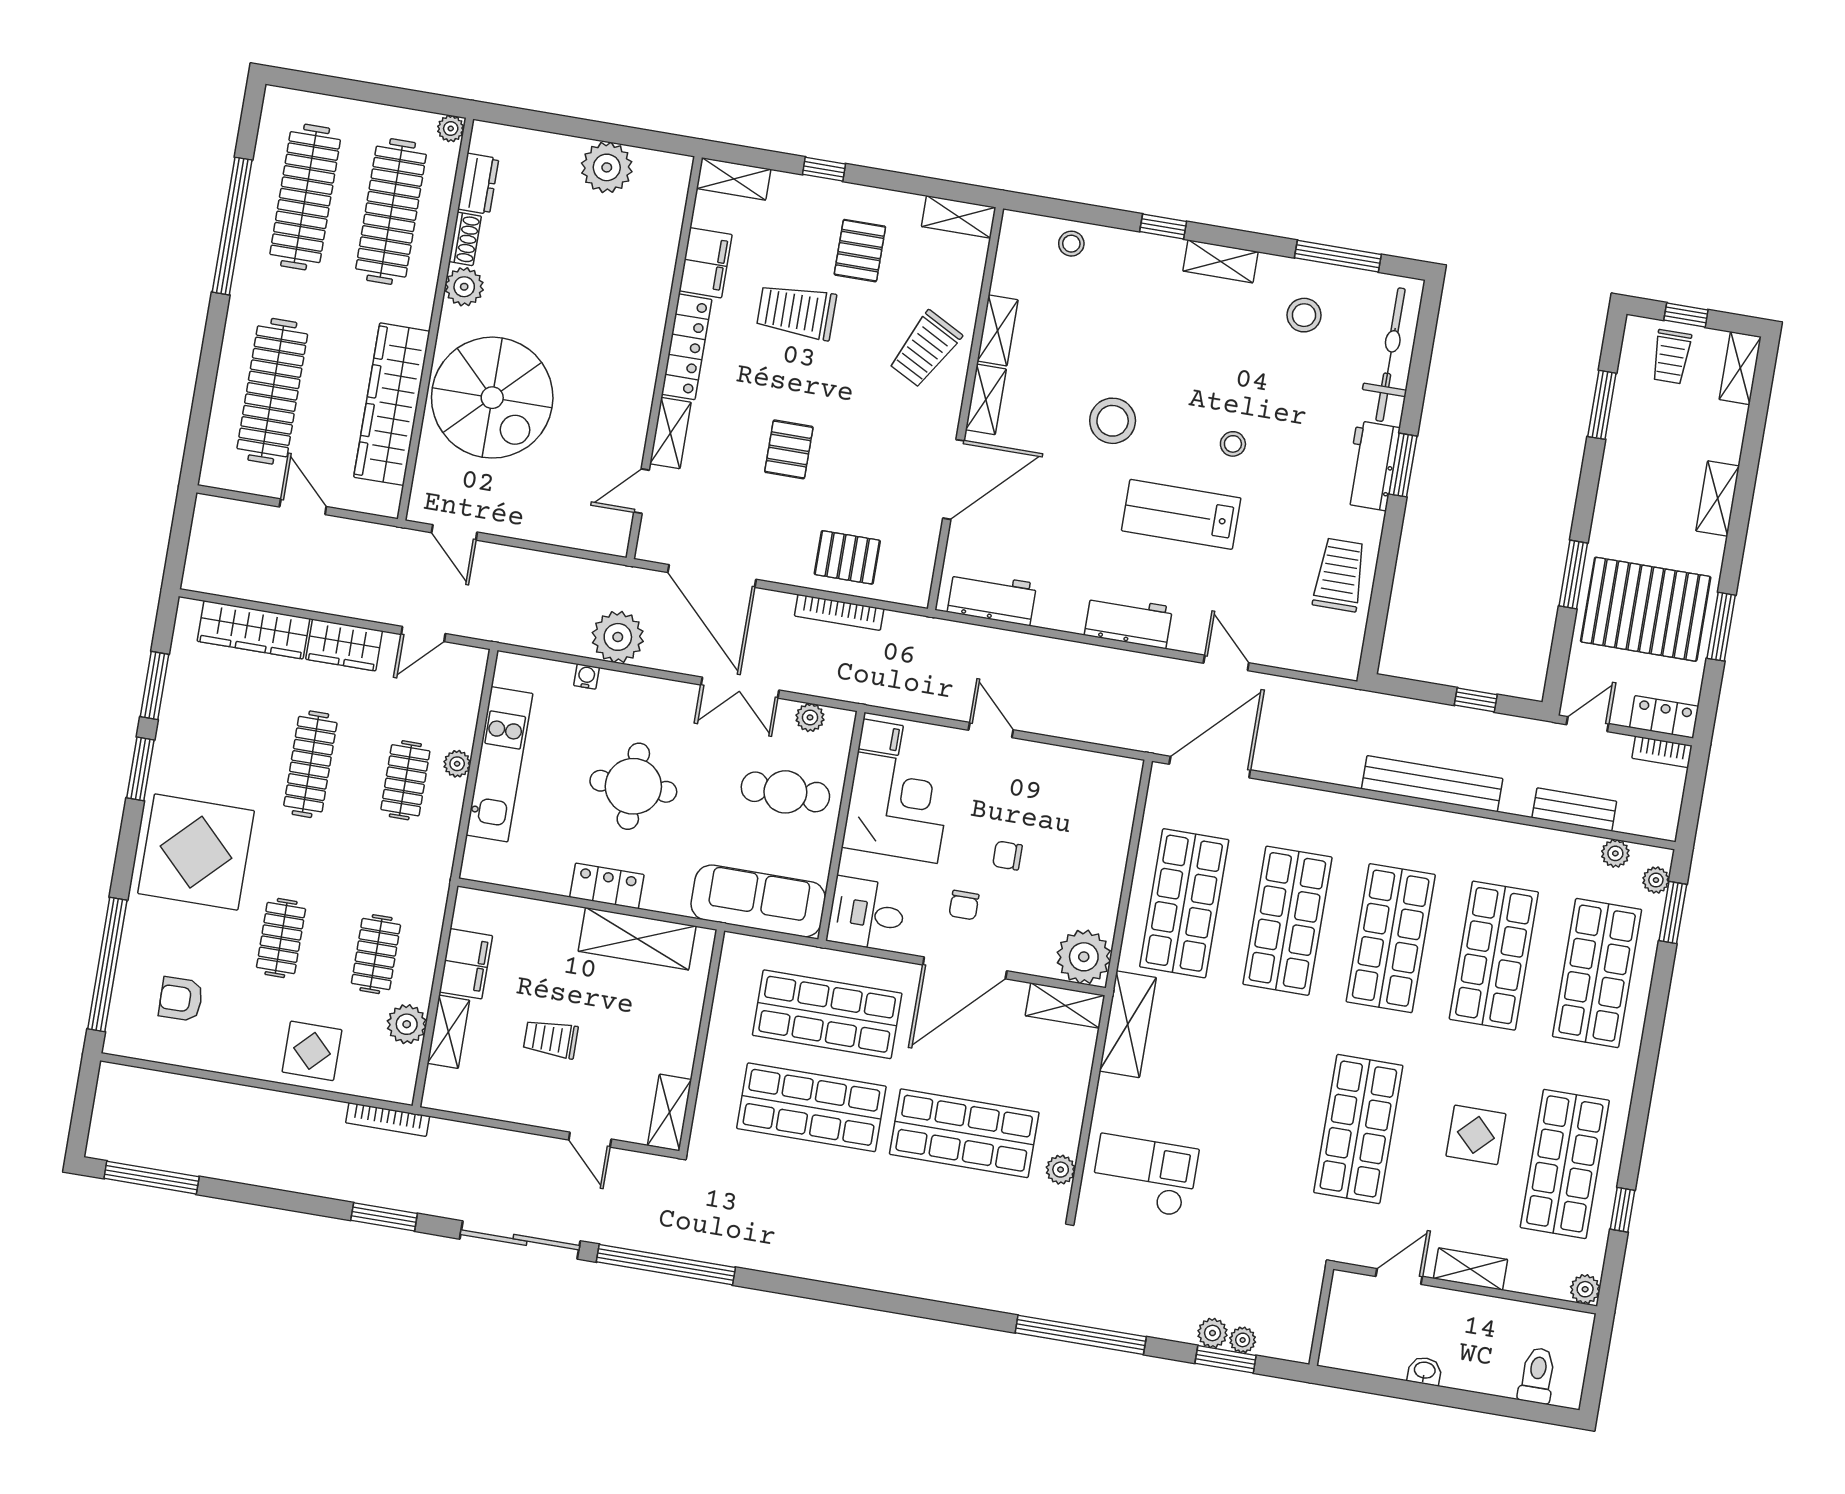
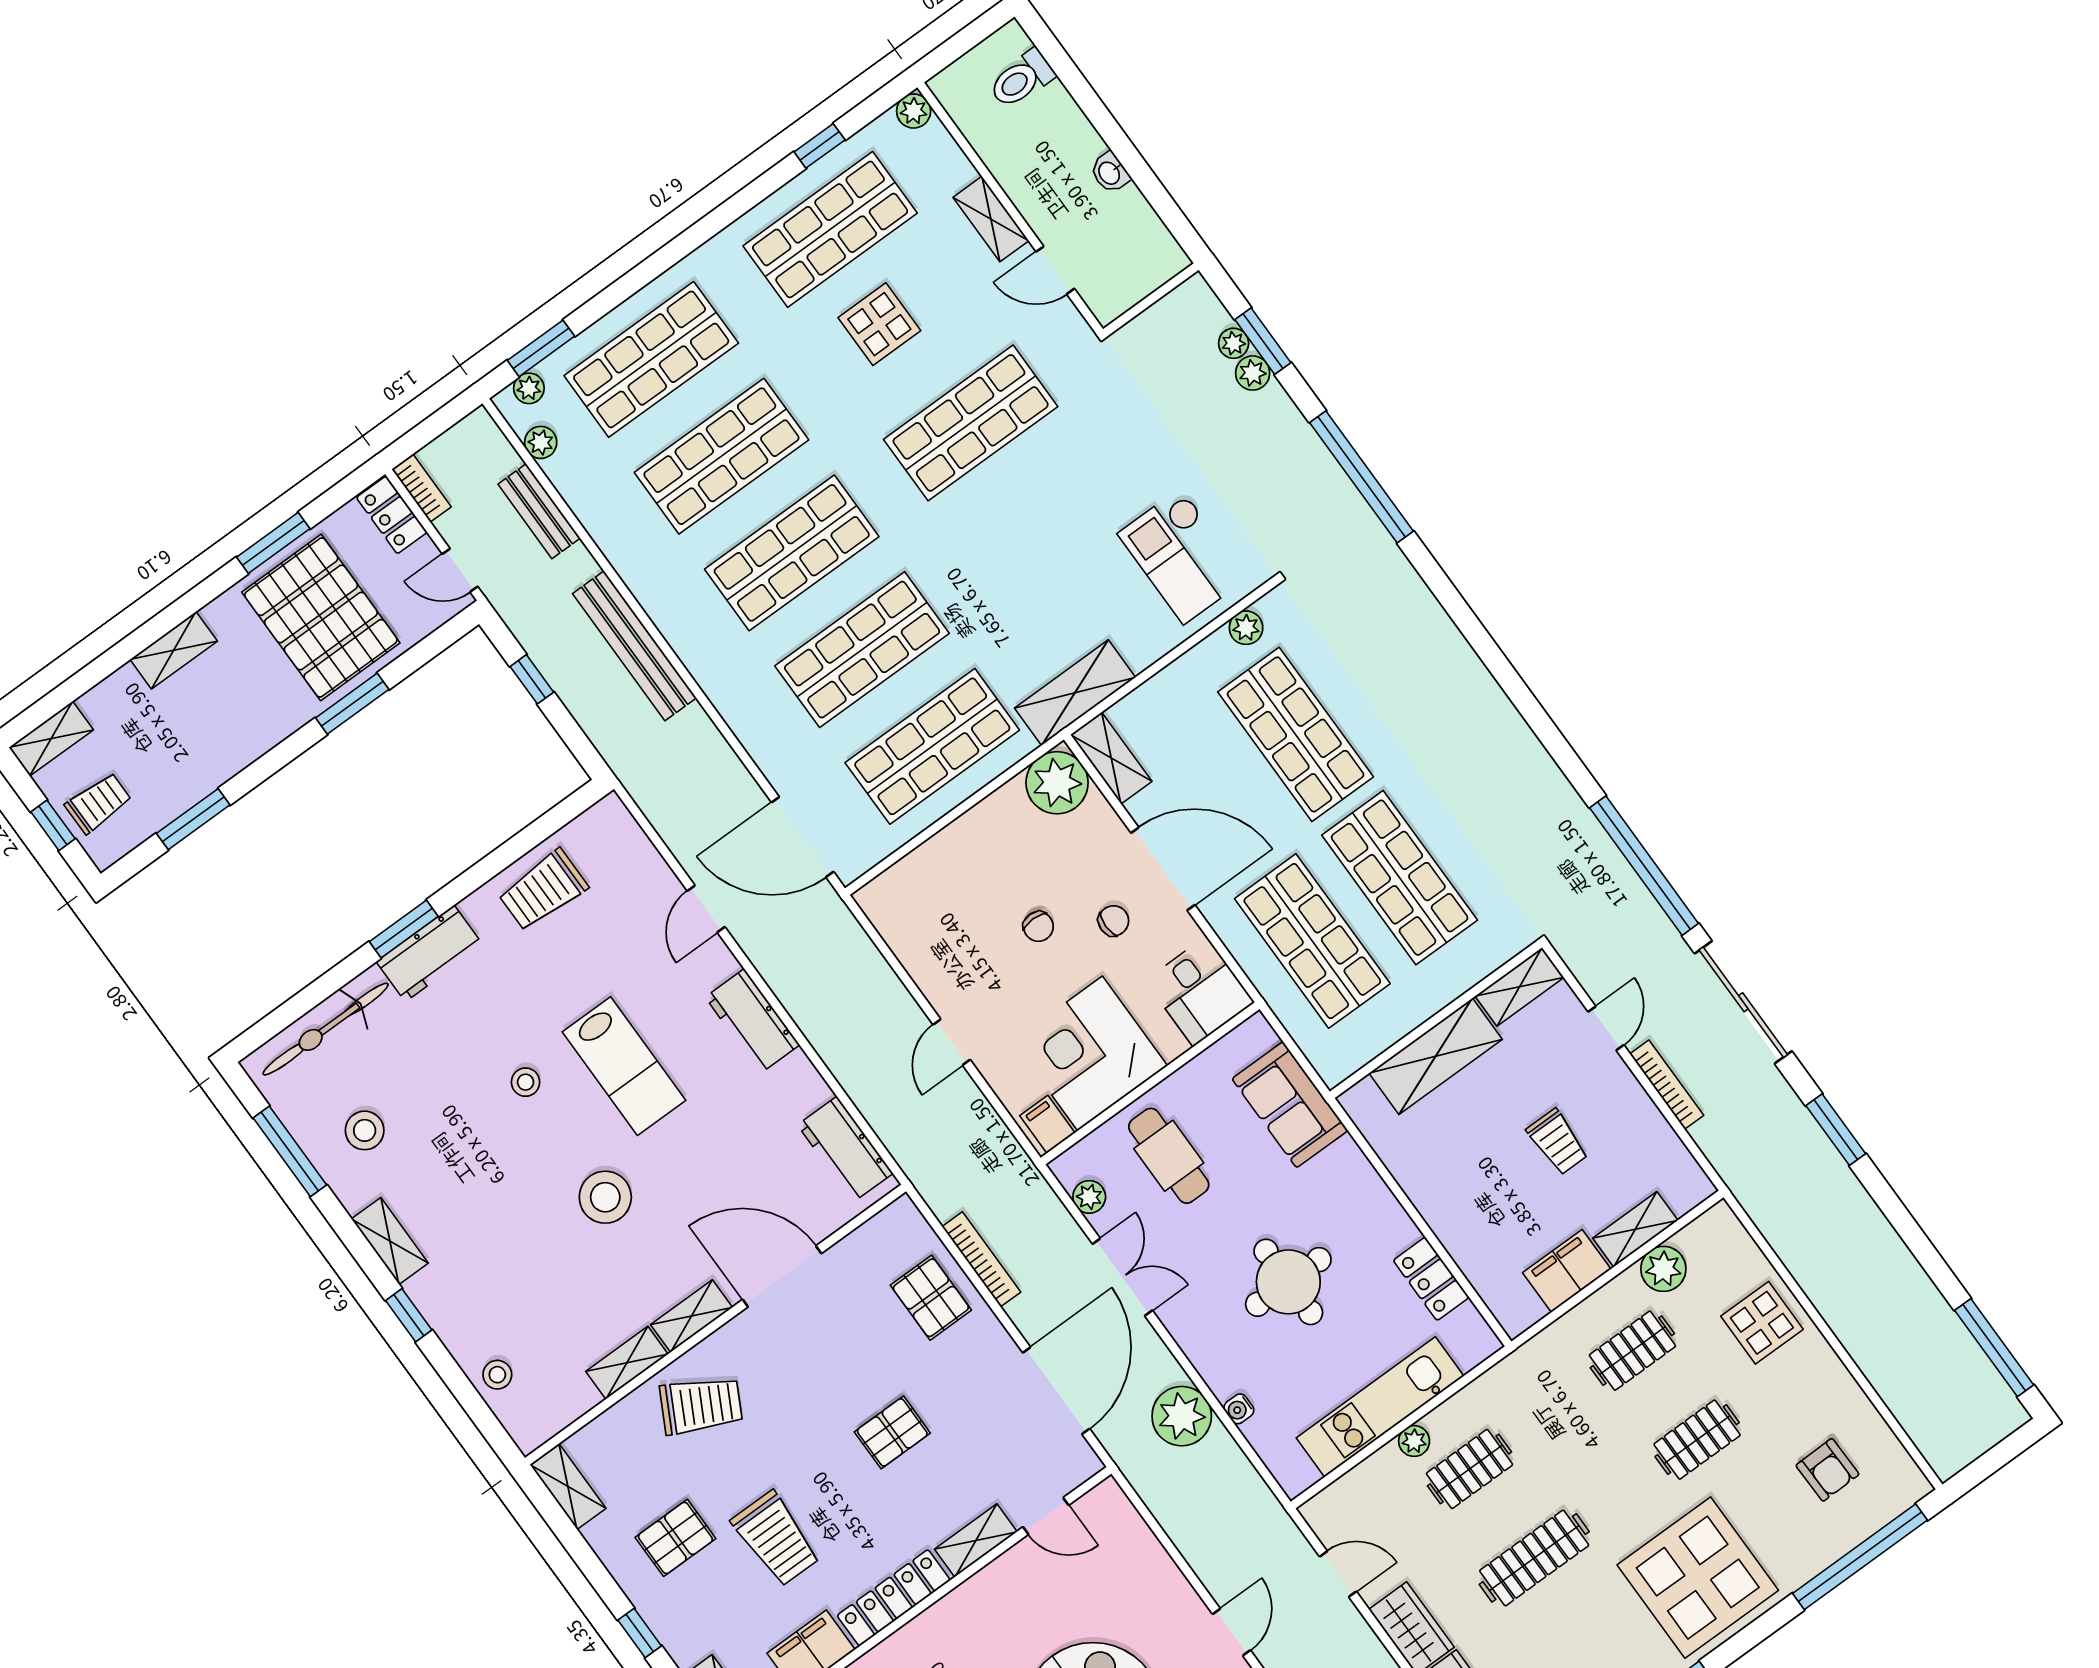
locker: (607, 886) -> (1431, 1279), moved
sofa: (758, 901) -> (1290, 1105), width x0.73
shelving: (637, 939) -> (1436, 1056), moved, turned 90
bookcase: (388, 1119) -> (1667, 1085), moved

